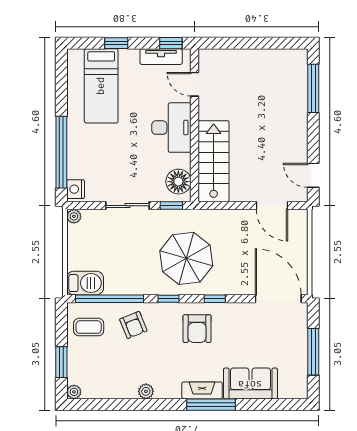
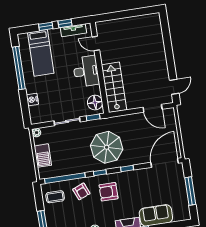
window: (171, 43) -> (65, 23), moved
window: (313, 88) -> (166, 35), removed
window: (61, 152) -> (19, 68), moved
door: (313, 175) -> (174, 87), swing flipped
nightstand: (76, 189) -> (32, 100), moved
barbecue: (85, 283) -> (43, 156), moved, turned 90
door: (278, 299) -> (165, 163), hinge flipped
armchair: (197, 329) -> (108, 192), moved, turned 90

